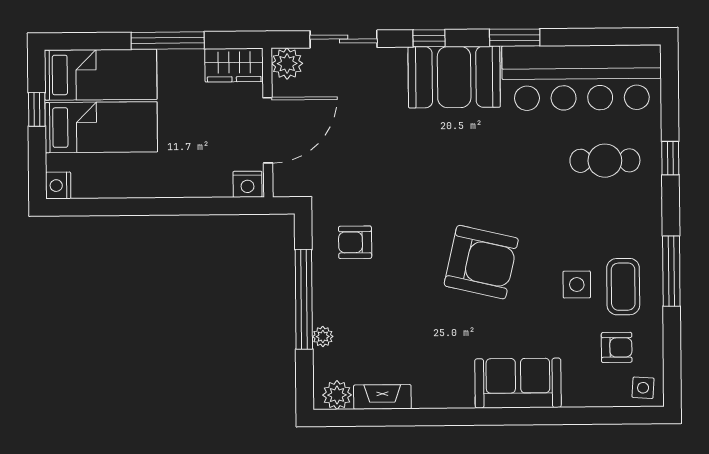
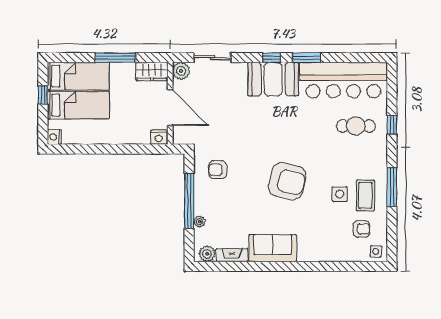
window: (429, 38) -> (272, 58), moved
door: (268, 130) -> (170, 108), hinge flipped
sofa: (518, 383) -> (273, 248), moved

